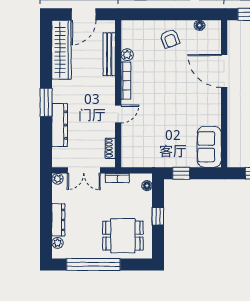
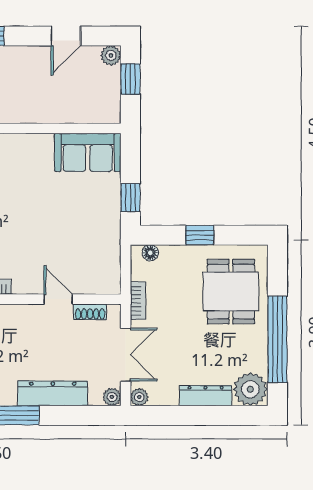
door: (118, 114) -> (58, 299), moved
plant: (58, 162) -> (112, 397), added
plant: (57, 243) -> (250, 389), width x1.88, depth x1.88

